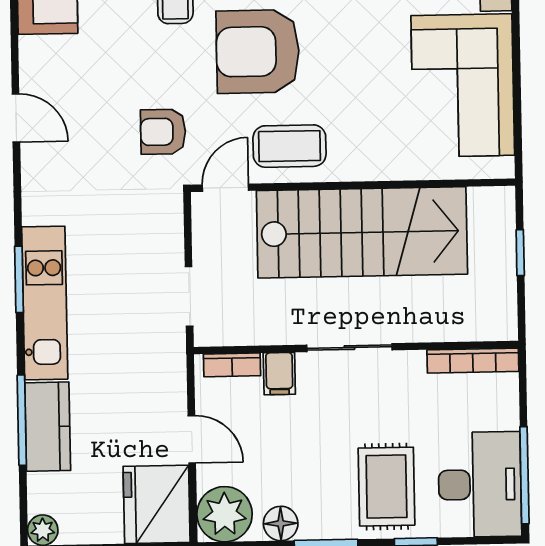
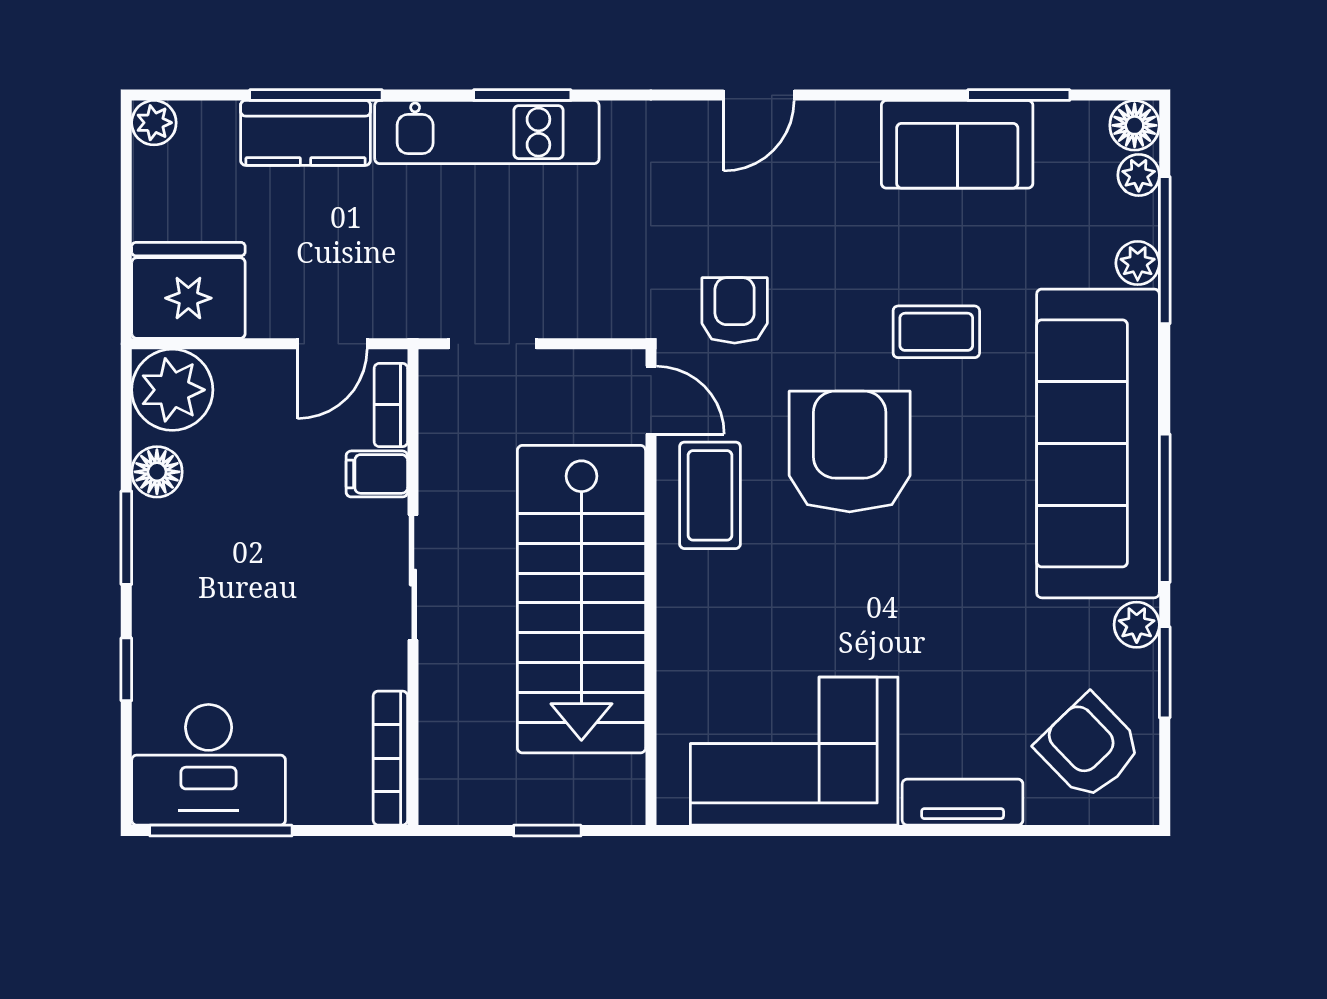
door: (192, 439) -> (332, 344), moved
rug: (386, 487) -> (208, 628), removed

